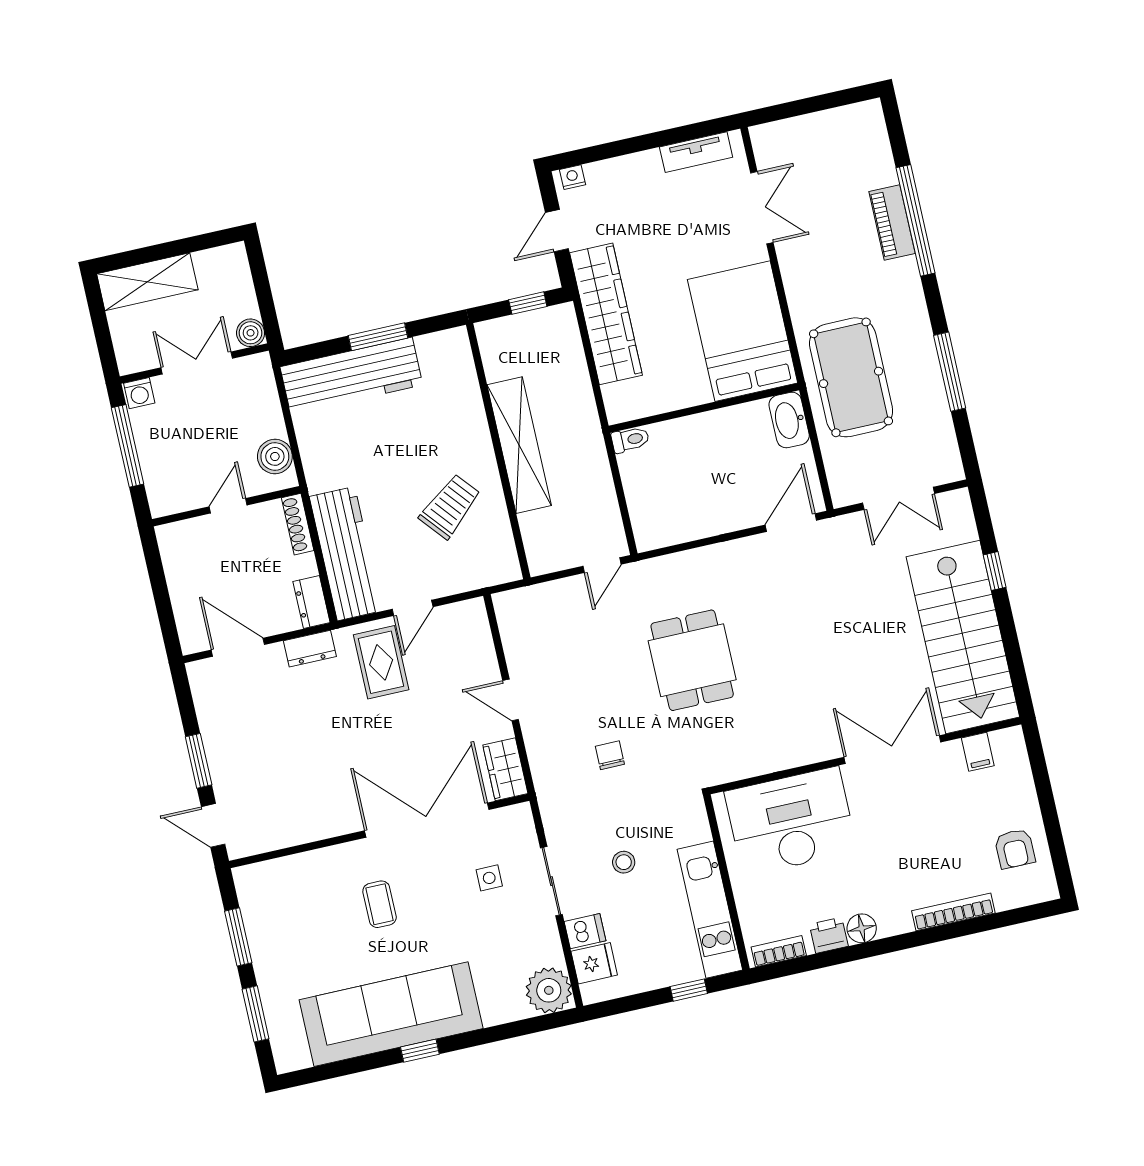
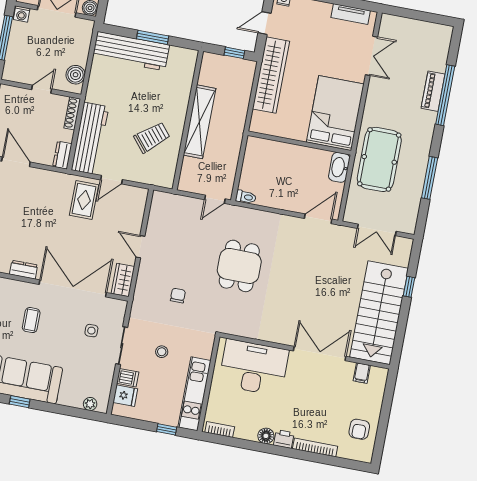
toilet: (630, 440) -> (246, 197), moved
dresser: (310, 649) -> (24, 270), moved, turned 180
printer: (829, 935) -> (284, 439), moved
plant: (549, 990) -> (90, 404), width x0.53, depth x0.53

